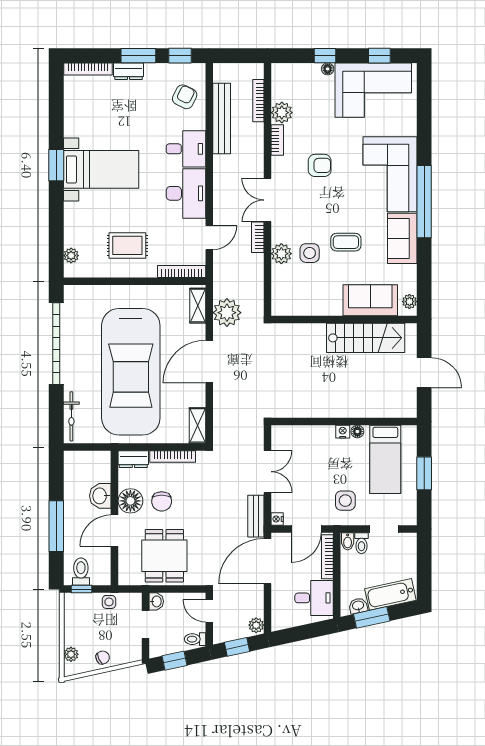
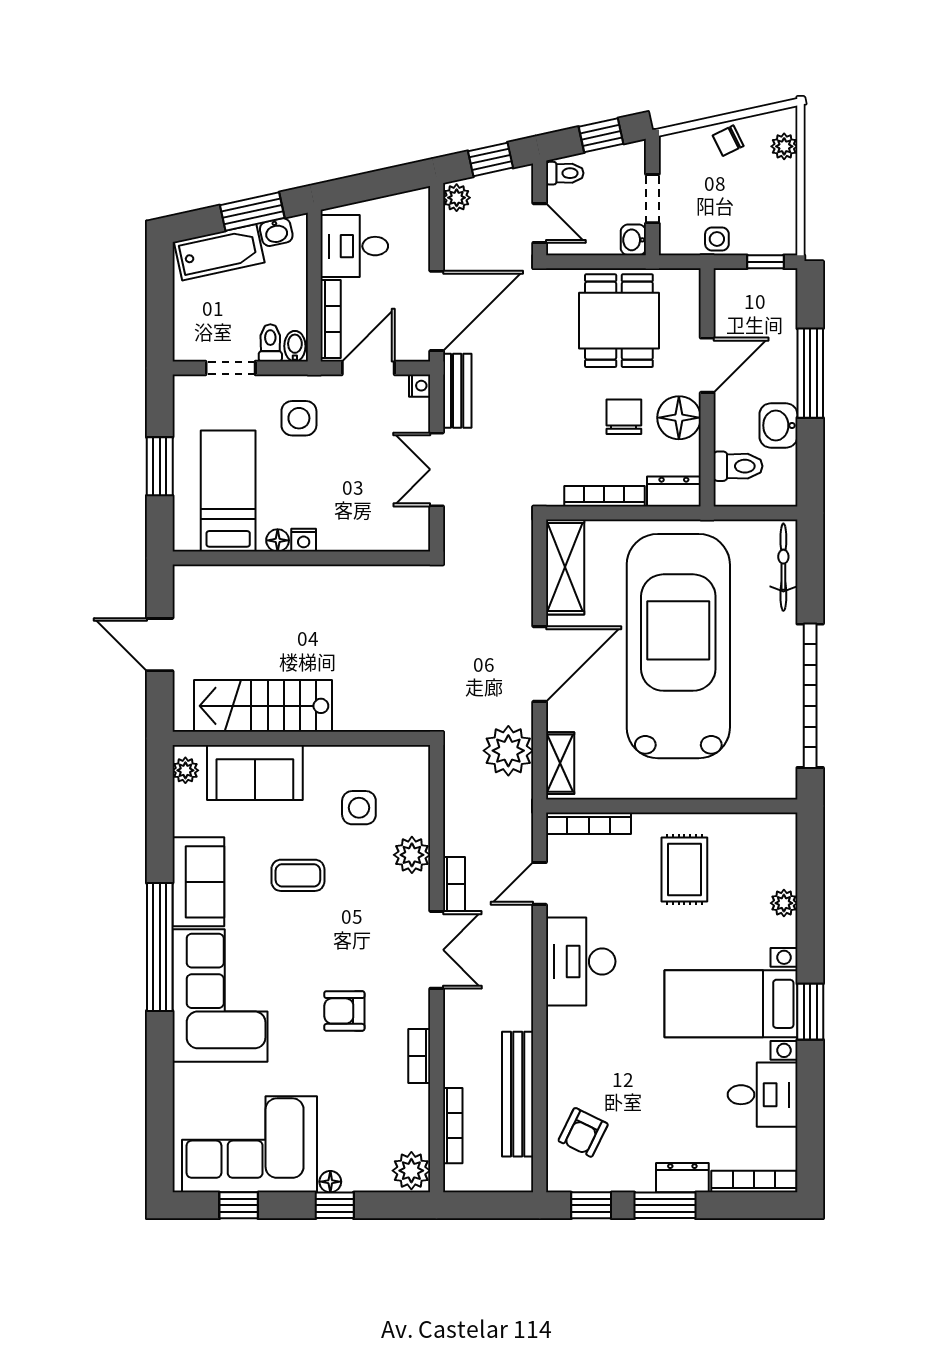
plant: (282, 113) -> (411, 1171), moved
desk: (186, 149) -> (763, 1095), moved, turned 180
rug: (127, 245) -> (684, 869), turned 90
side table: (310, 253) -> (359, 808), moved
plant: (71, 256) -> (784, 903), moved
shelving: (197, 425) -> (565, 567), width x1.50, depth x1.33
washbasin: (100, 496) -> (778, 425), moved, turned 180
toilet: (81, 572) -> (738, 466), moved, turned -90

